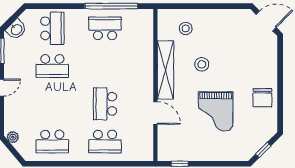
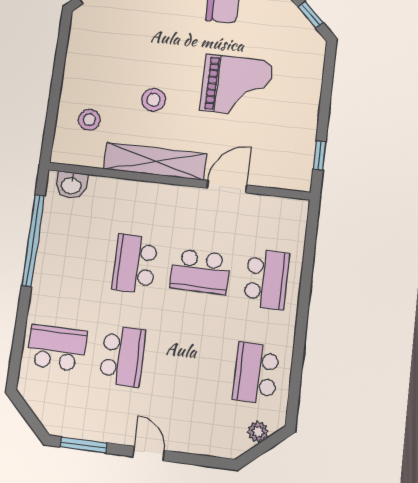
school desk: (105, 28) -> (135, 264), moved
washbasin: (16, 29) -> (71, 185), moved, turned 135
plant: (13, 137) -> (258, 432), moved
school desk: (52, 142) -> (256, 373), turned 180

